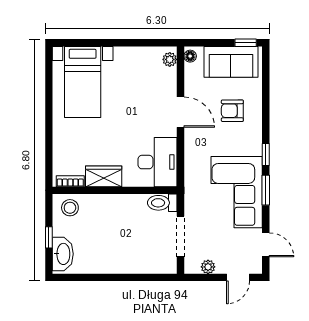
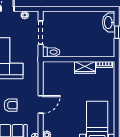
door: (180, 112) -> (41, 104), swing flipped
desk: (157, 162) -> (54, 76), removed
stool: (70, 208) -> (104, 49), removed

